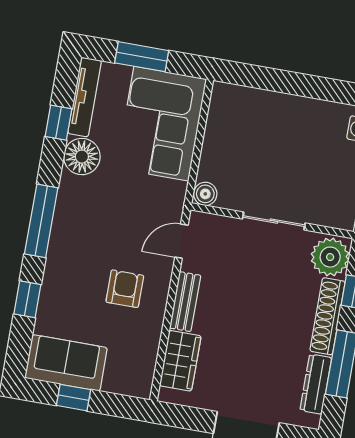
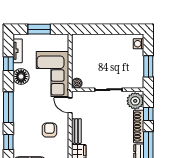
tv unit: (85, 97) -> (18, 51), width x0.71
corner sofa: (161, 124) -> (53, 74), moved
door: (181, 241) -> (70, 105), hinge flipped

